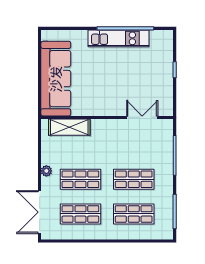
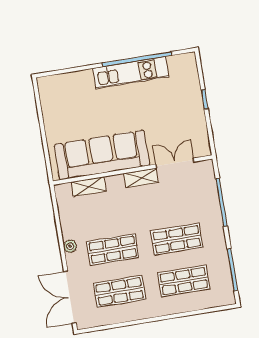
sofa: (56, 79) -> (102, 155), moved, turned -90
shelving: (113, 125) -> (141, 178), added
shelving: (69, 127) -> (89, 187), width x0.67, depth x0.75

